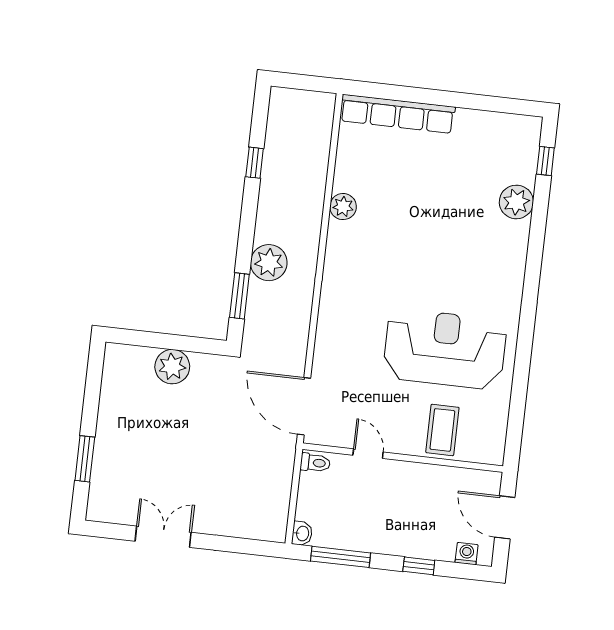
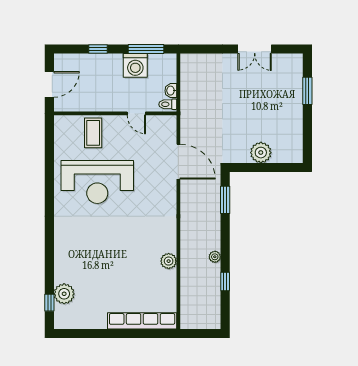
plant: (516, 202) -> (64, 294), moved
plant: (269, 263) -> (215, 257), moved, width x0.53, depth x0.53
door: (304, 406) -> (178, 162), moved
door: (505, 517) -> (49, 84), hinge flipped
washbasin: (302, 533) -> (171, 91), moved
washing machine: (467, 554) -> (135, 65), moved, width x1.89, depth x1.89

